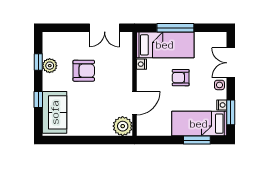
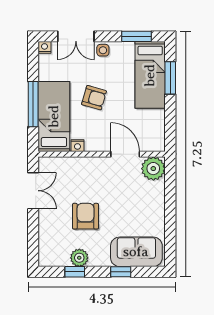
armchair: (181, 78) -> (94, 98), turned -74
nightstand: (222, 105) -> (44, 47), moved

